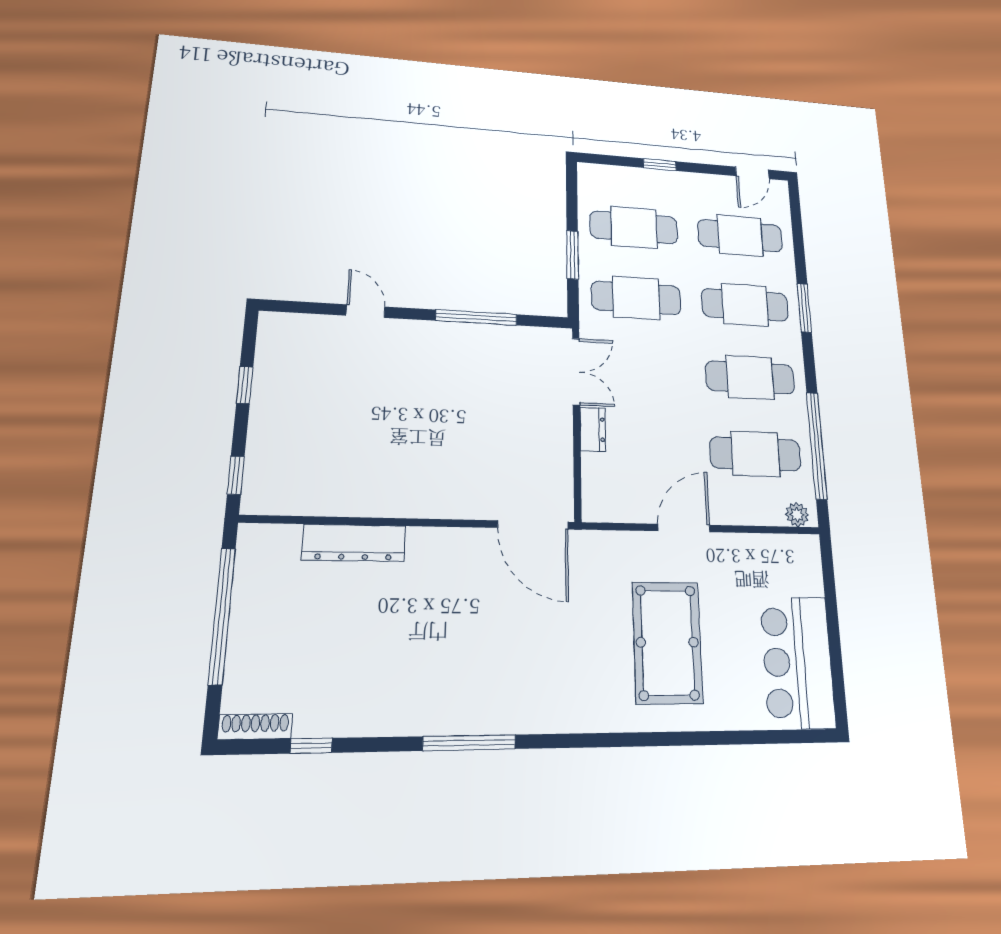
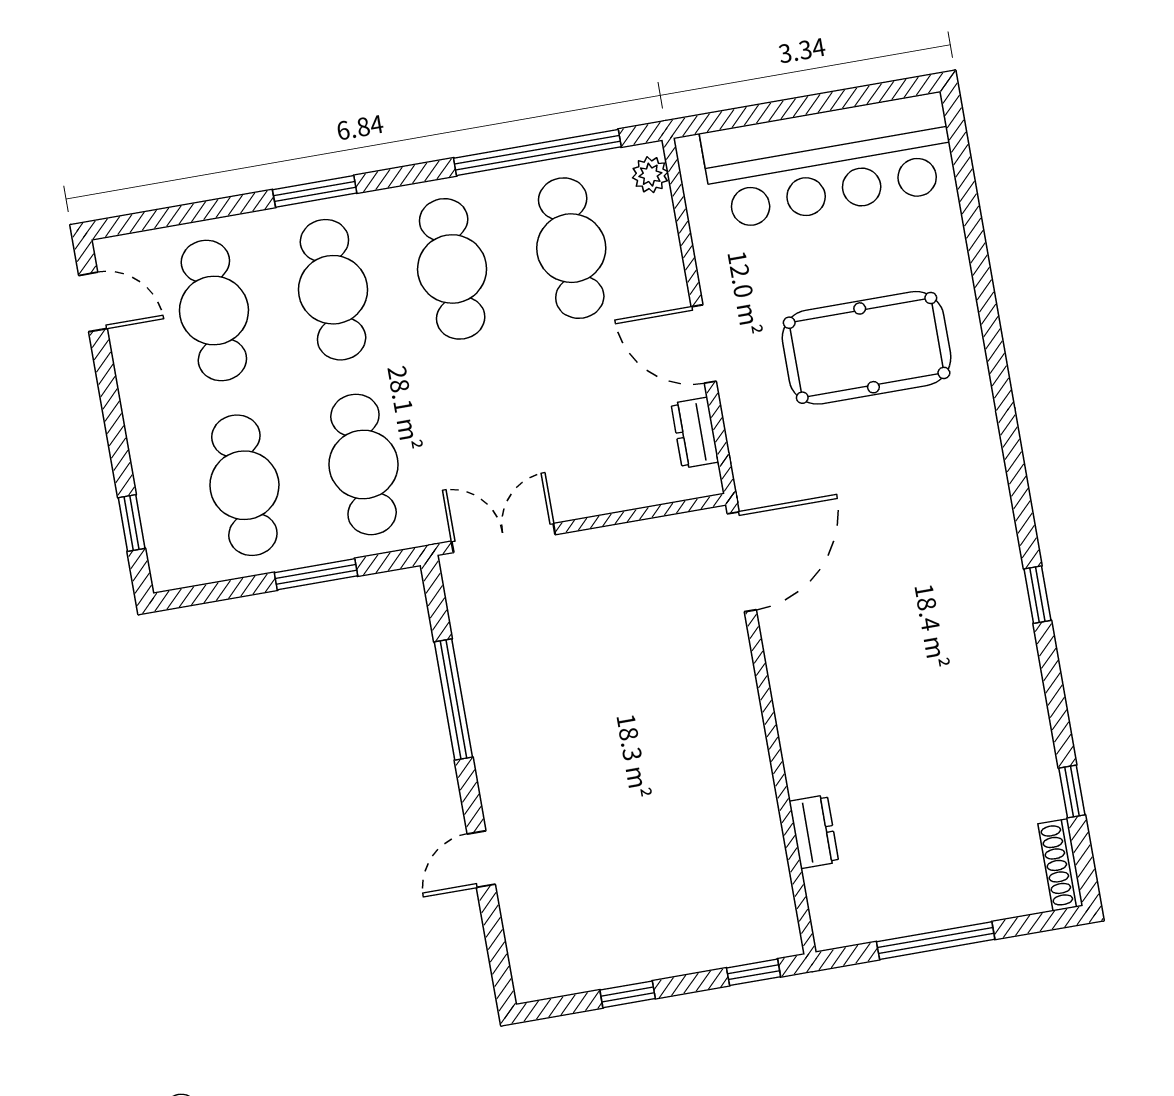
window: (660, 165) -> (132, 523), moved
dresser: (593, 429) -> (695, 433), moved, turned -90
dresser: (354, 543) -> (814, 832), width x0.51, depth x0.80
window: (222, 616) -> (936, 941), width x0.68
bar counter: (798, 662) -> (829, 161), width x1.36
window: (469, 743) -> (1038, 595), width x0.46

